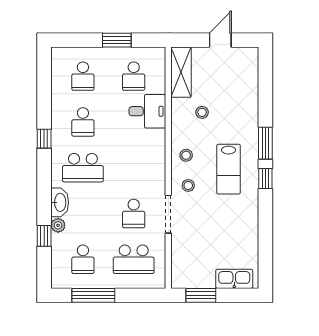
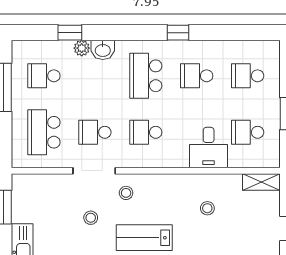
shelving: (181, 72) -> (261, 182), width x0.67, depth x0.75
stool: (186, 155) -> (91, 218), moved
school desk: (134, 168) -> (146, 132), added
washbasin: (60, 202) -> (103, 50), width x0.72

